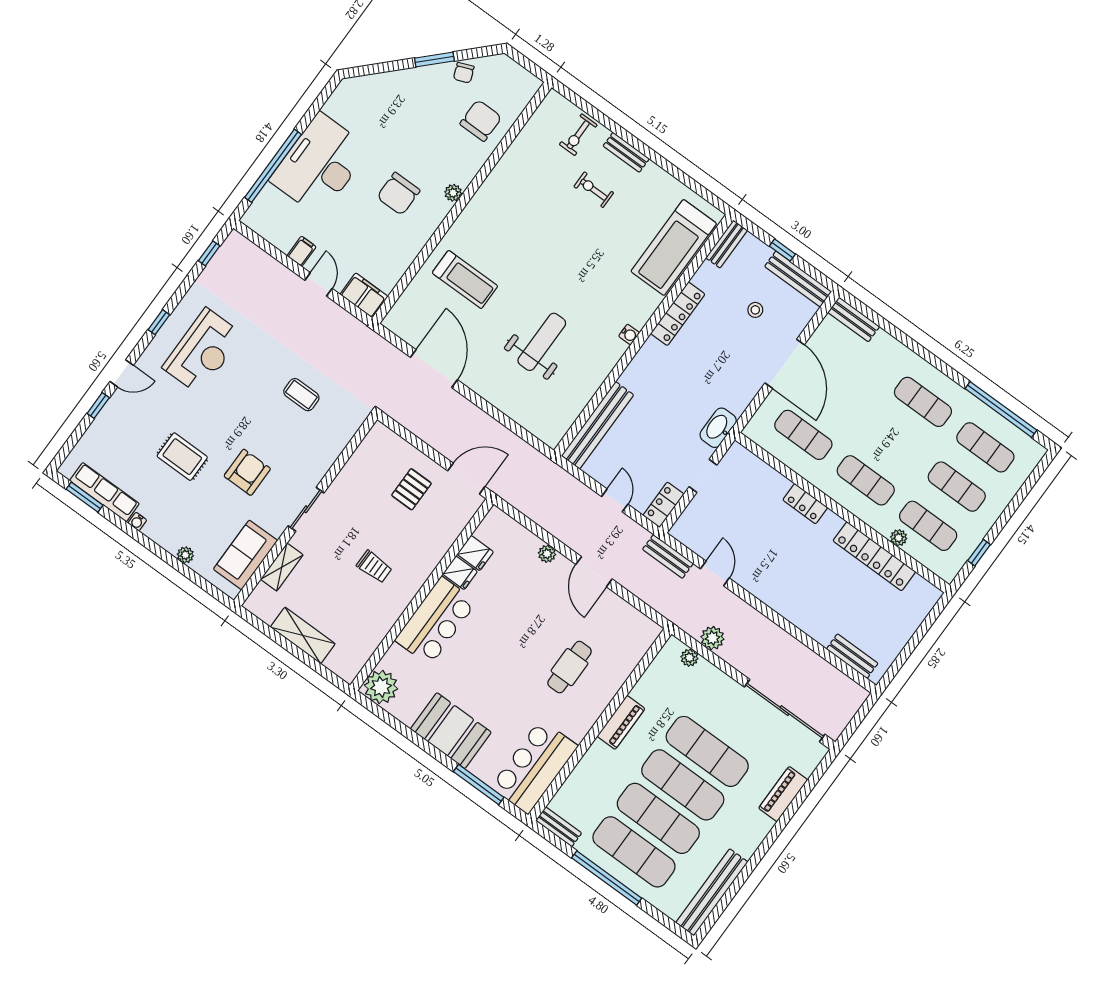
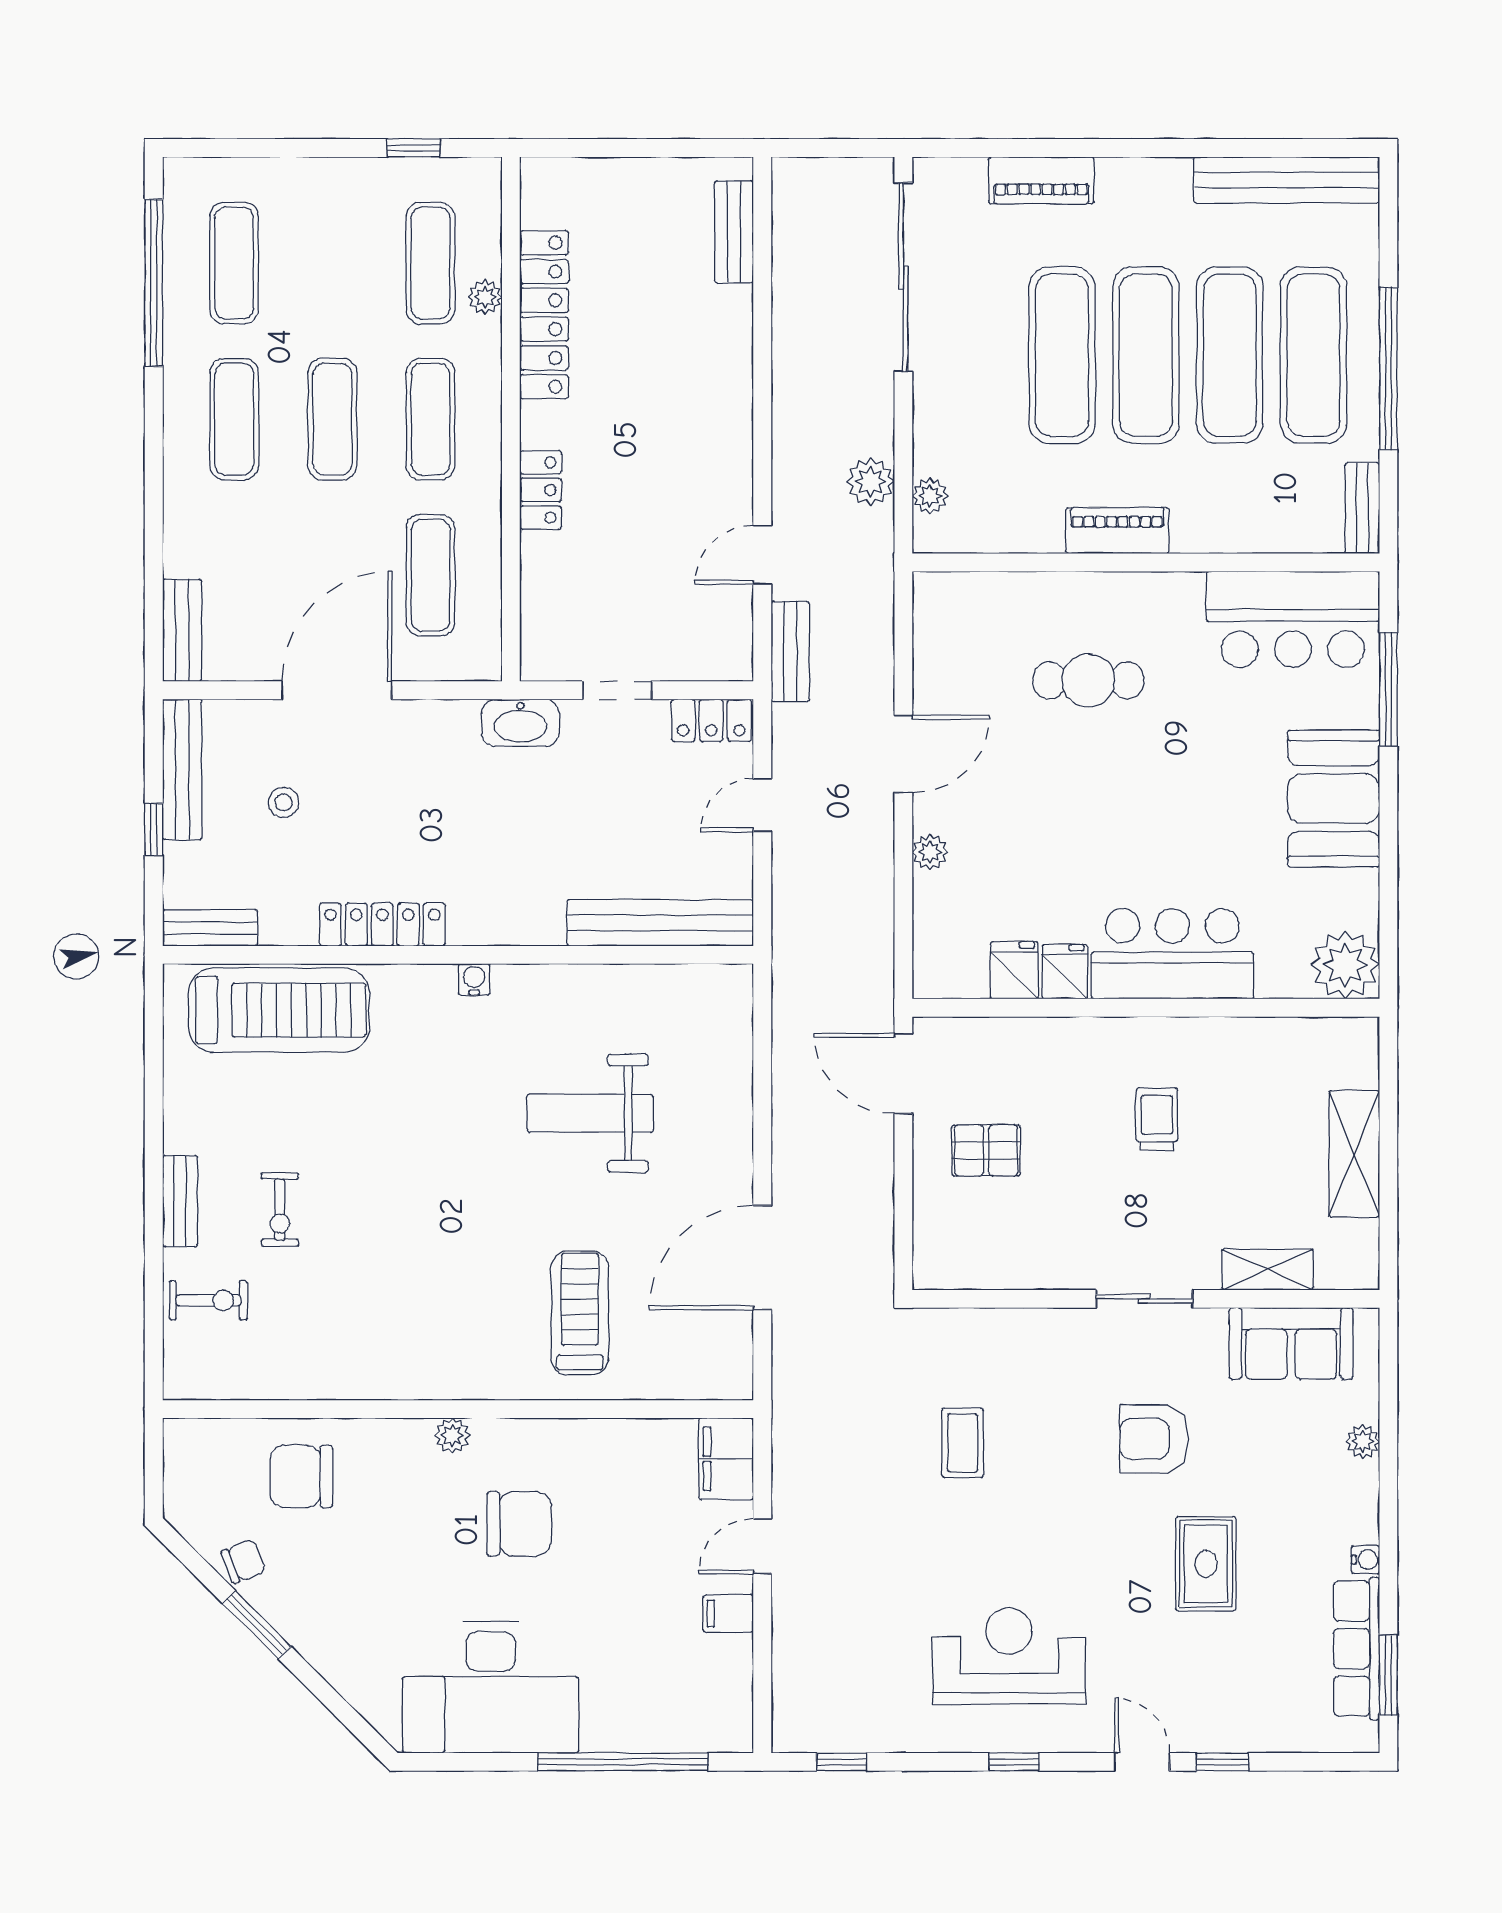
desk: (320, 165) -> (491, 1687), moved
exercise mat: (957, 487) -> (332, 419), moved

